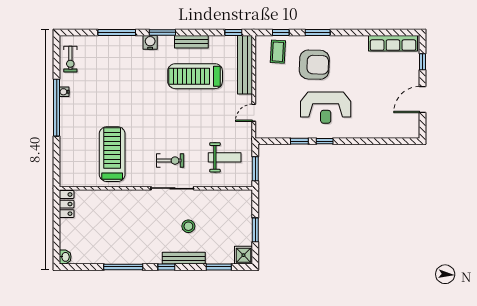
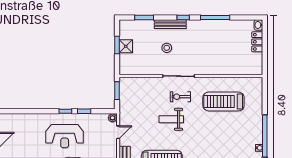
reception desk: (326, 108) -> (65, 136), turned 180
plant: (261, 132) -> (112, 118), added
treadmill: (112, 154) -> (223, 101), turned 90
weight bench: (225, 157) -> (171, 119), moved
locker: (67, 204) -> (257, 42), moved
shower: (243, 255) -> (126, 46), moved

